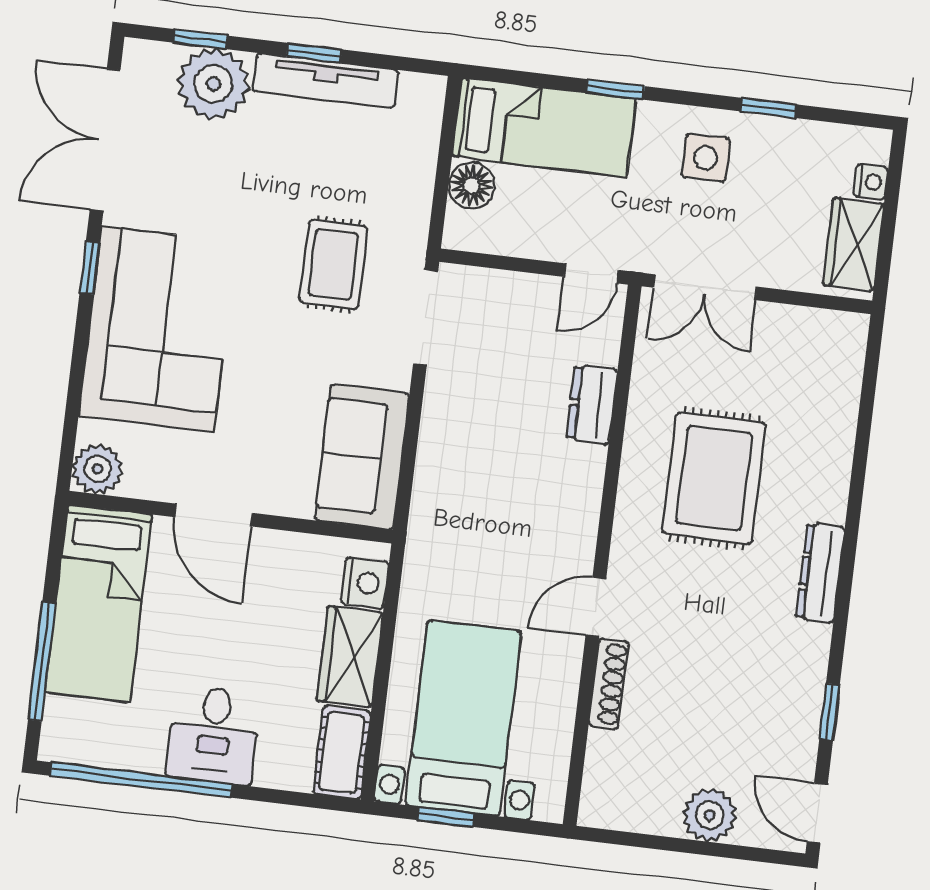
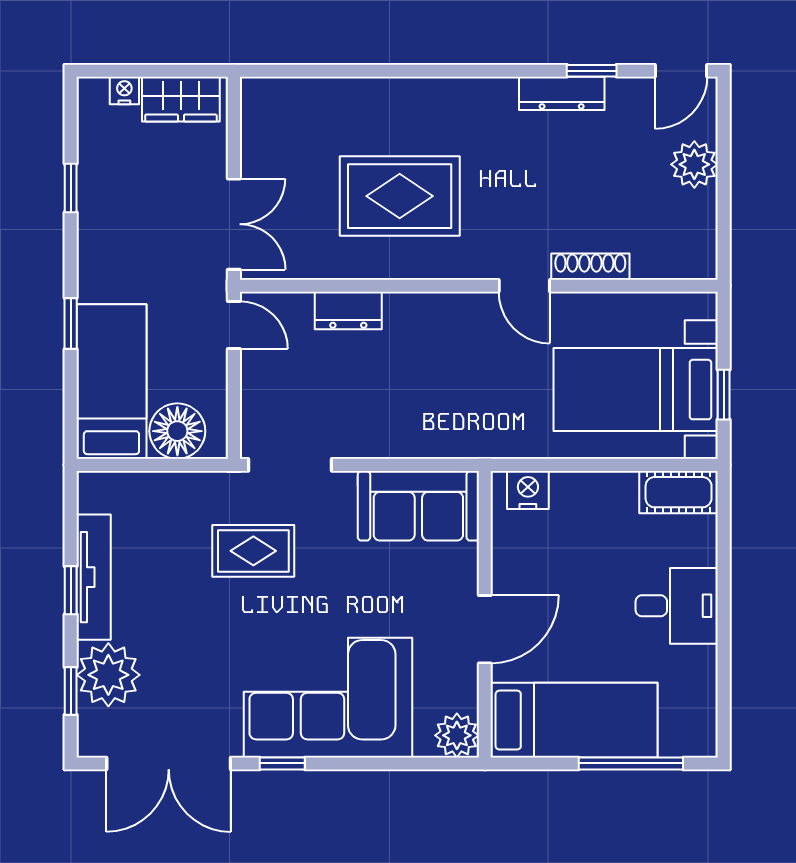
side table: (706, 158) -> (121, 237), removed
floor lamp: (472, 185) -> (177, 431), width x1.38, depth x1.38
dresser: (820, 573) -> (562, 93), moved
wardrobe: (350, 657) -> (594, 495), removed
window: (141, 780) -> (724, 664), removed

